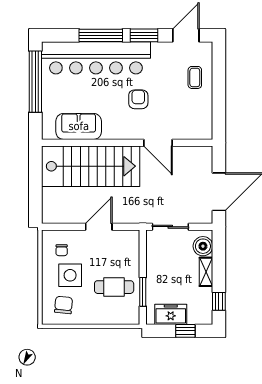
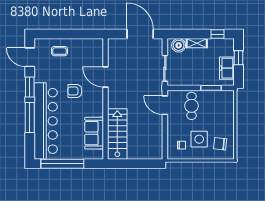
door: (158, 143) -> (106, 77), swing flipped
stairs: (91, 166) -> (117, 134), width x0.73, depth x0.66
door: (99, 227) -> (165, 105), moved
cafe table: (114, 287) -> (192, 106), moved

